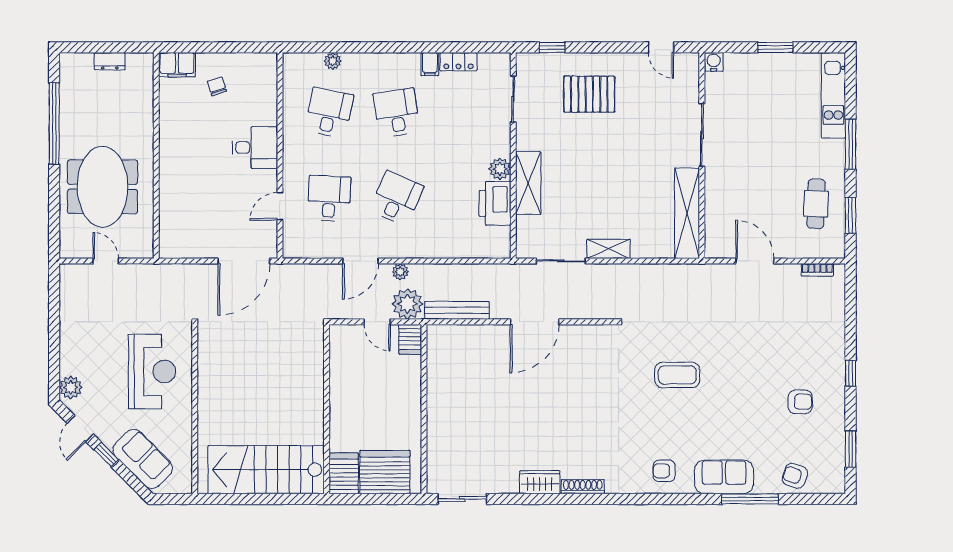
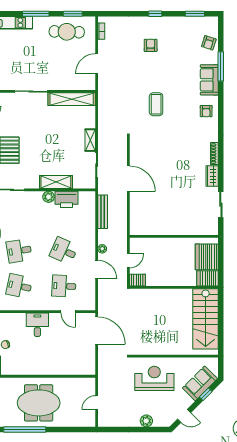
meeting table: (102, 187) -> (39, 403), moved
cafe table: (816, 204) -> (67, 32), width x1.37, depth x1.35
plant: (407, 304) -> (119, 245), removed
bench: (457, 310) -> (103, 212), moved
server rack: (410, 339) -> (137, 280), moved
plant: (71, 387) -> (146, 421), moved
armchair: (800, 402) -> (151, 45), moved
window: (106, 455) -> (206, 394), moved
sliding door: (462, 499) -> (221, 205), moved

